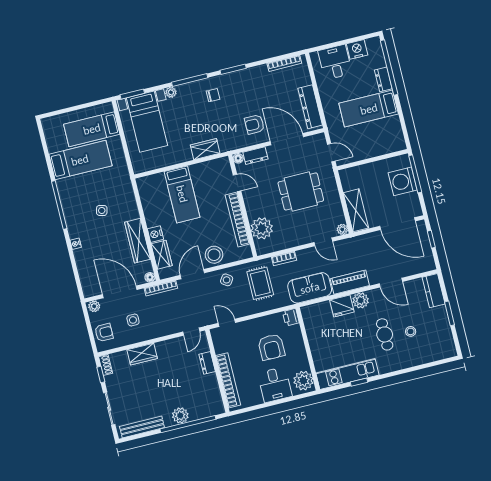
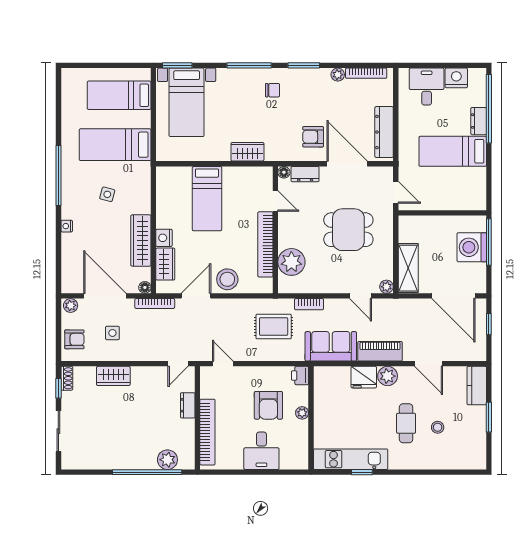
plant: (171, 92) -> (338, 75), moved
bed: (80, 160) -> (115, 145), moved, turned 180
side table: (227, 280) -> (235, 313), removed
rug: (260, 283) -> (274, 326), turned 90
plant: (303, 381) -> (302, 413), moved, width x0.53, depth x0.53
plant: (180, 415) -> (167, 460), moved
bench: (142, 427) -> (92, 462), removed

